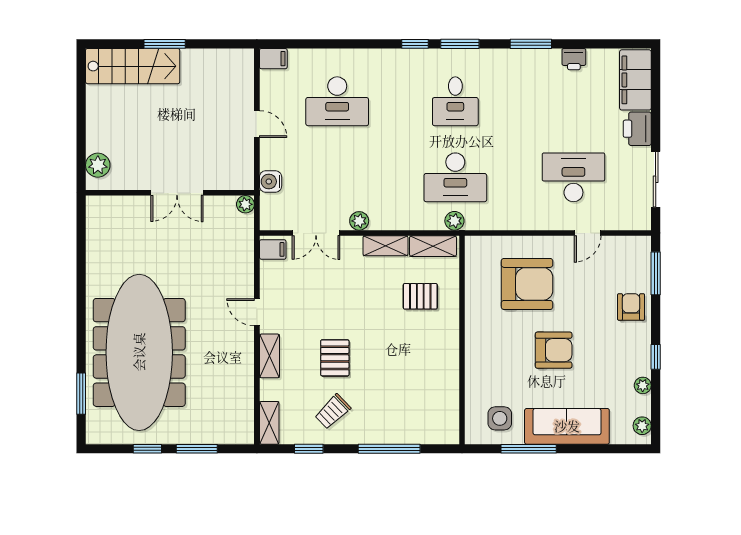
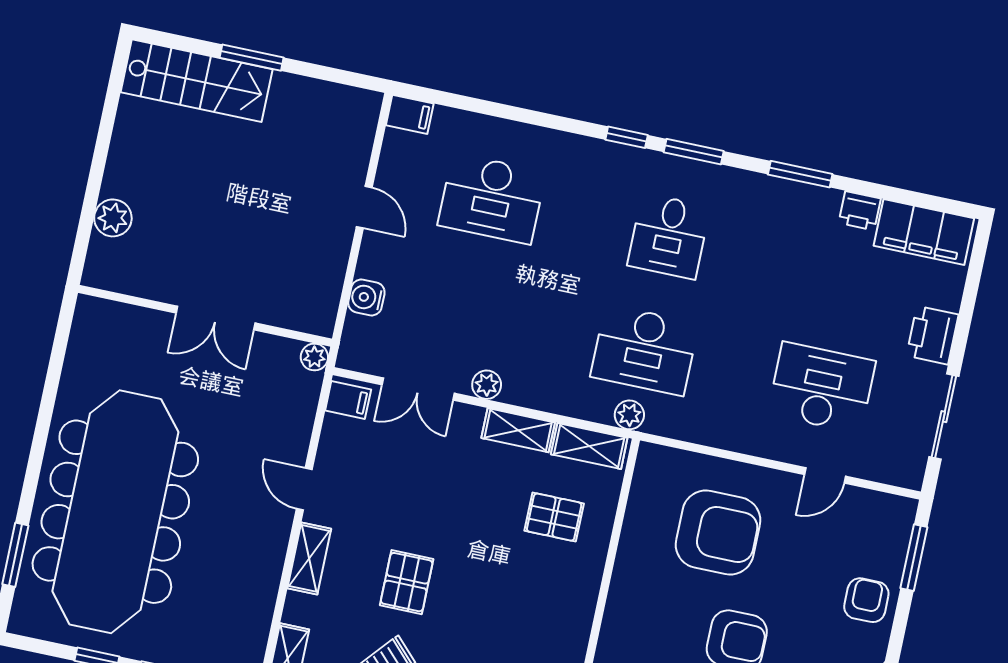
filing cabinet: (635, 80) -> (924, 232), moved, turned -90
wall: (170, 193) -> (205, 316), moved
double door: (177, 193) -> (216, 318), moved
plant: (245, 204) -> (314, 357), moved

